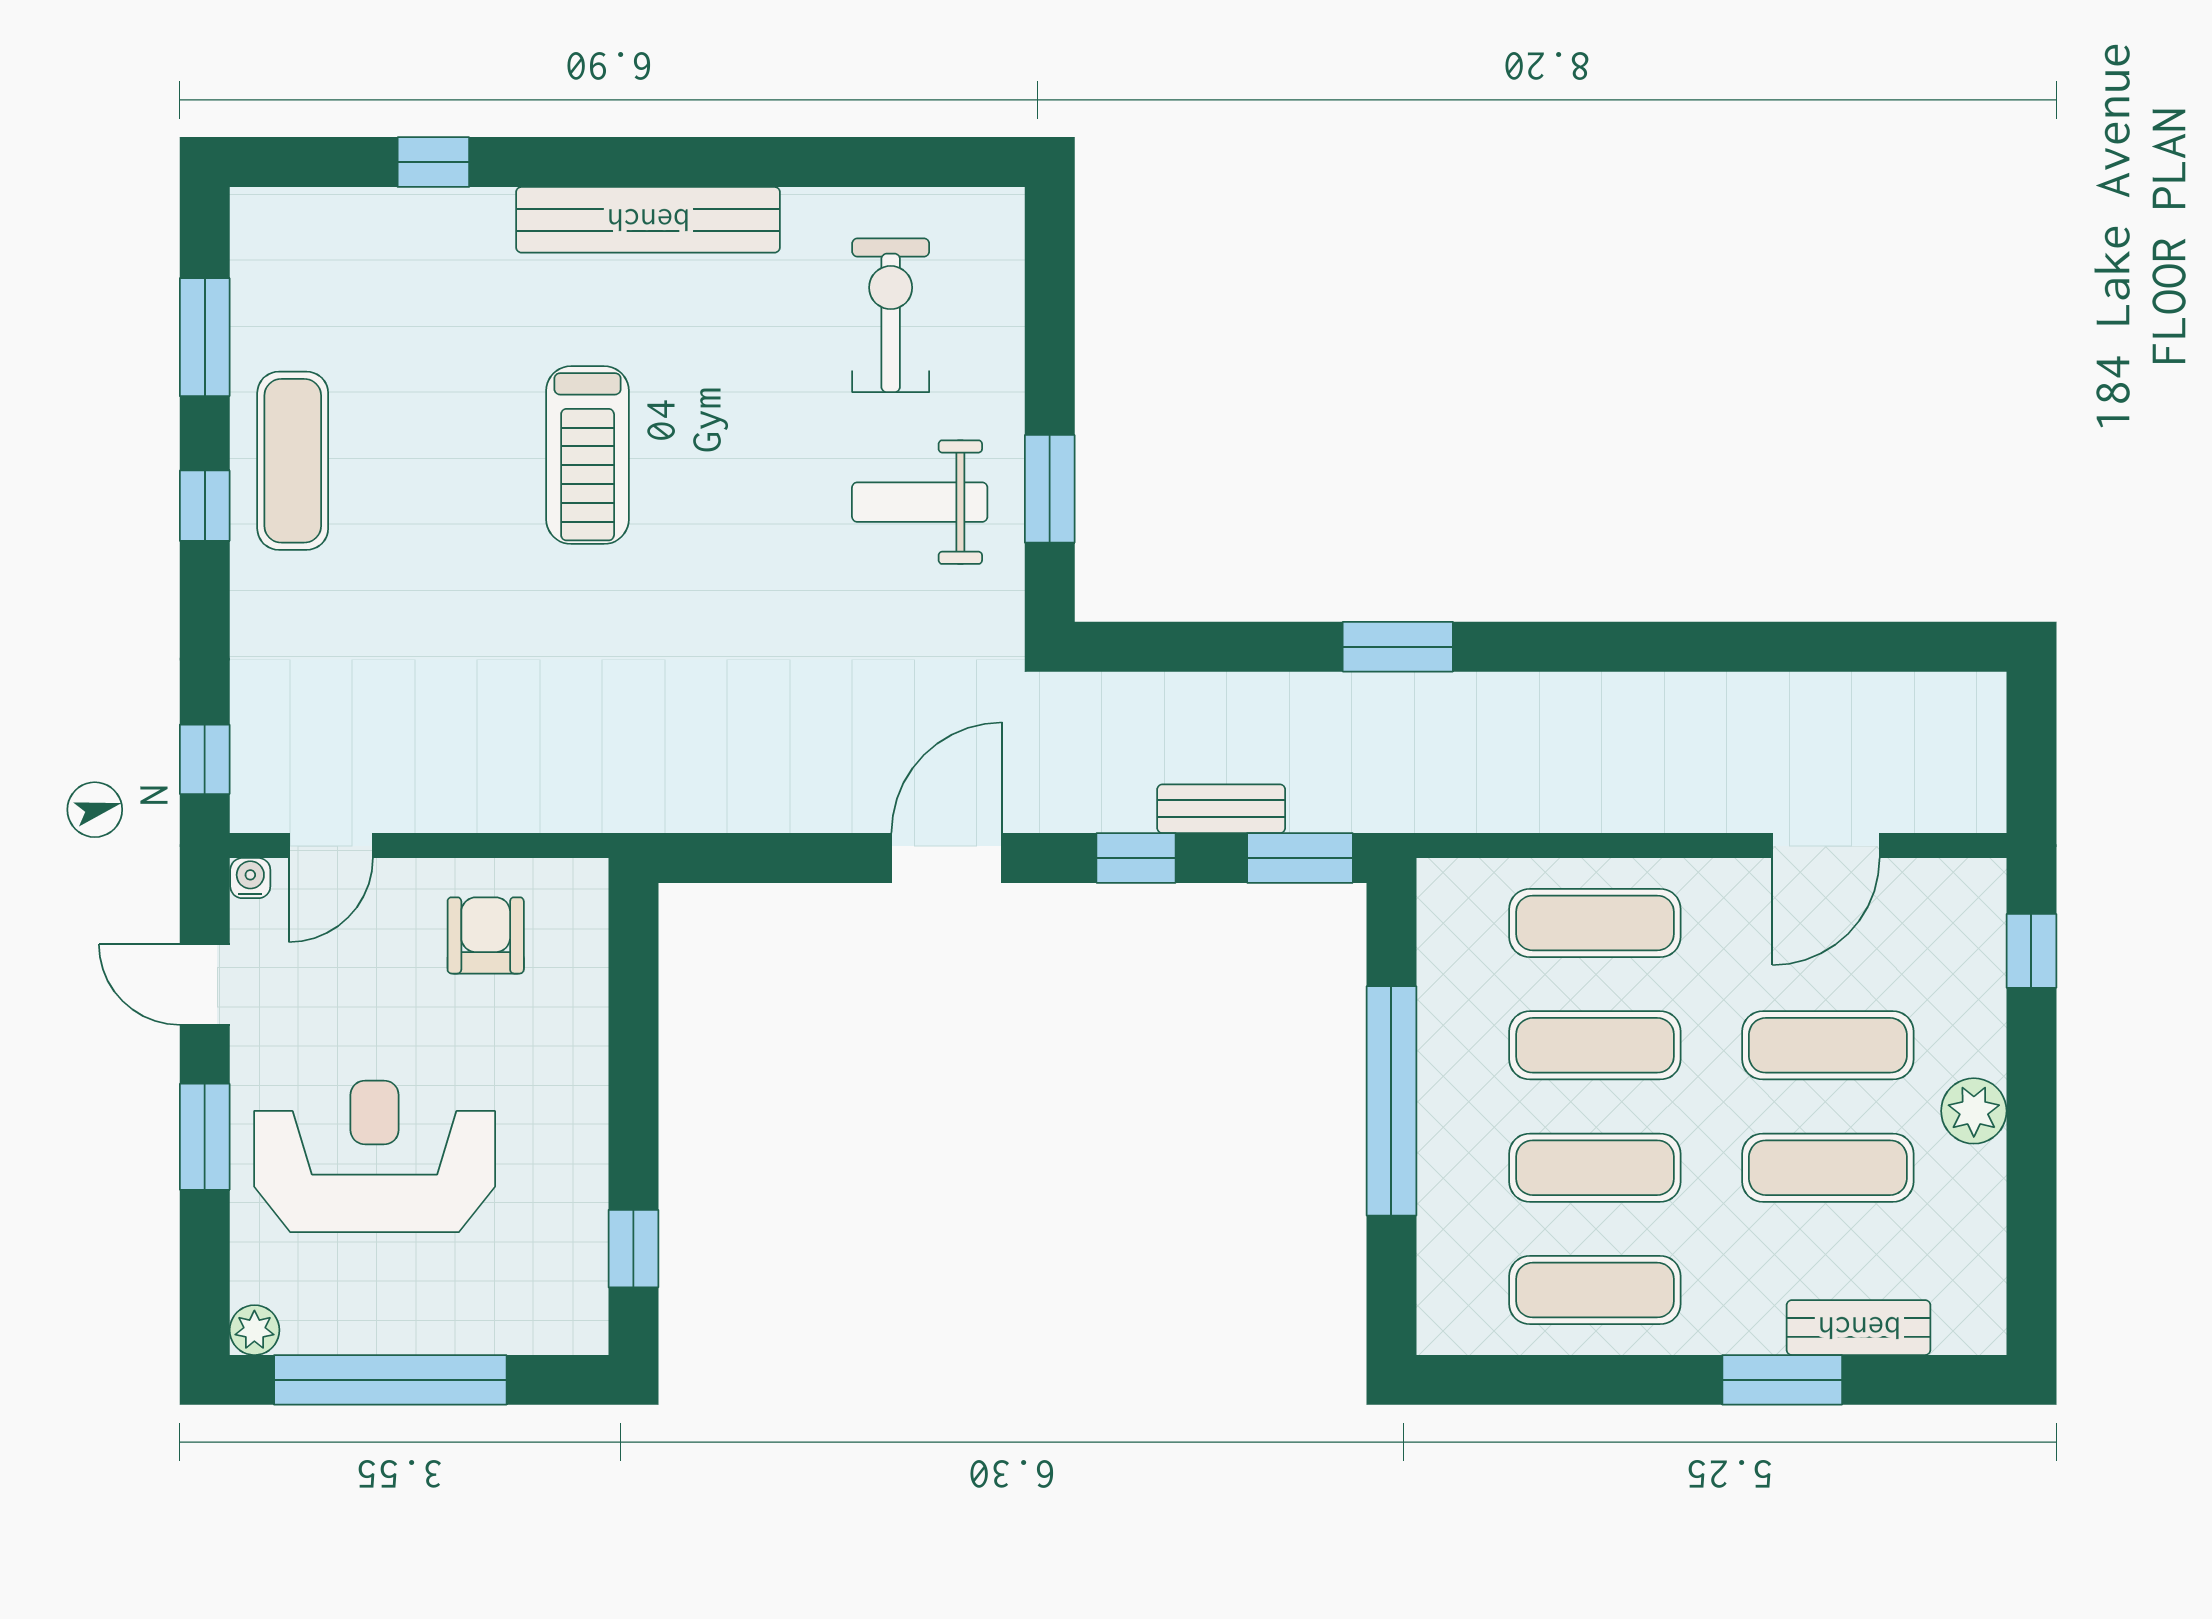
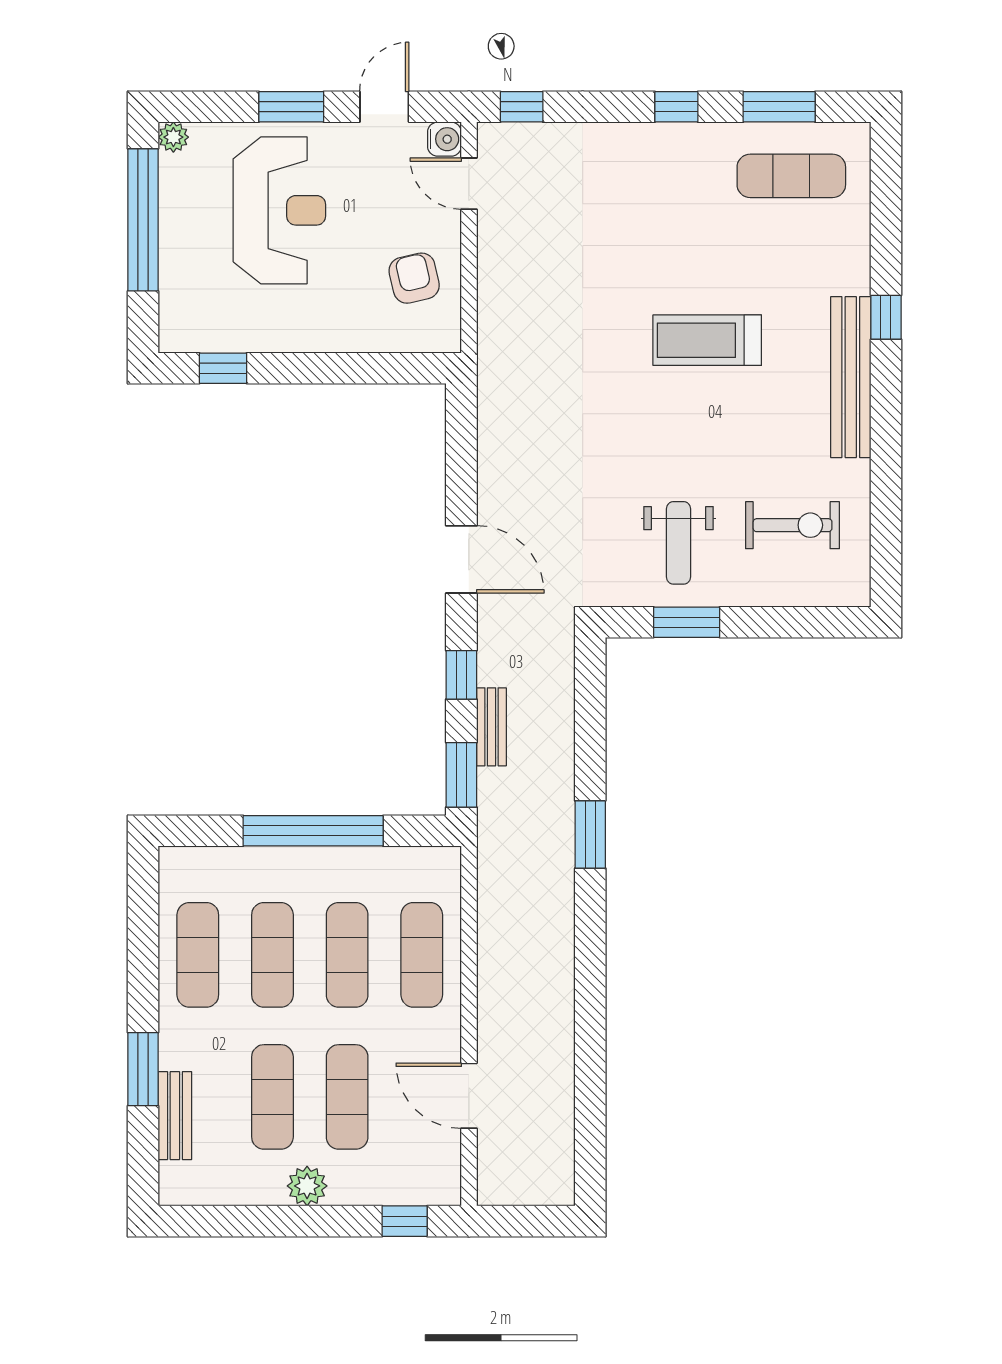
window: (433, 162) -> (886, 317), moved
exercise mat: (293, 461) -> (791, 176), moved
weight bench: (920, 502) -> (678, 543), turned 180
water cooler: (250, 878) -> (444, 139), width x1.38, depth x1.38
armchair: (486, 935) -> (414, 278), turned -103

